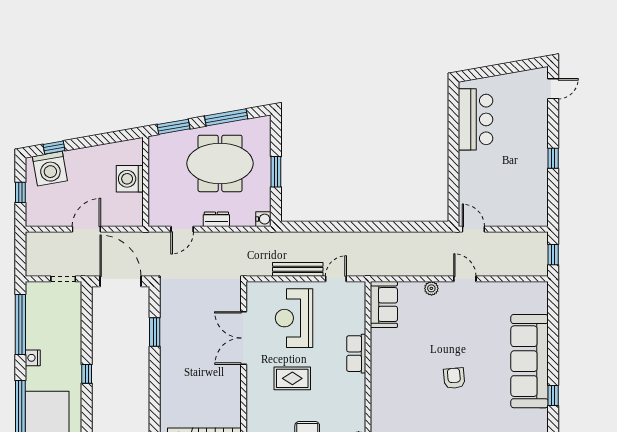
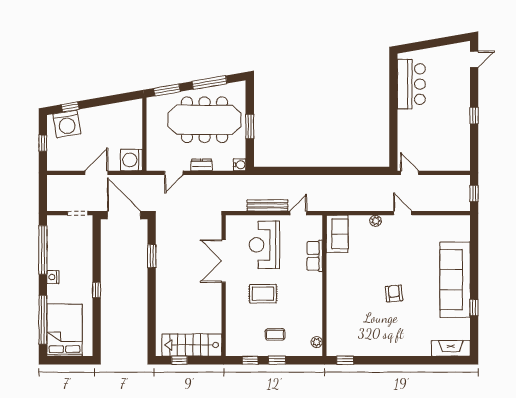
meeting table: (220, 163) -> (205, 120), width x1.36
washing machine: (130, 179) -> (131, 160), moved
row of seats: (356, 354) -> (315, 256), moved

